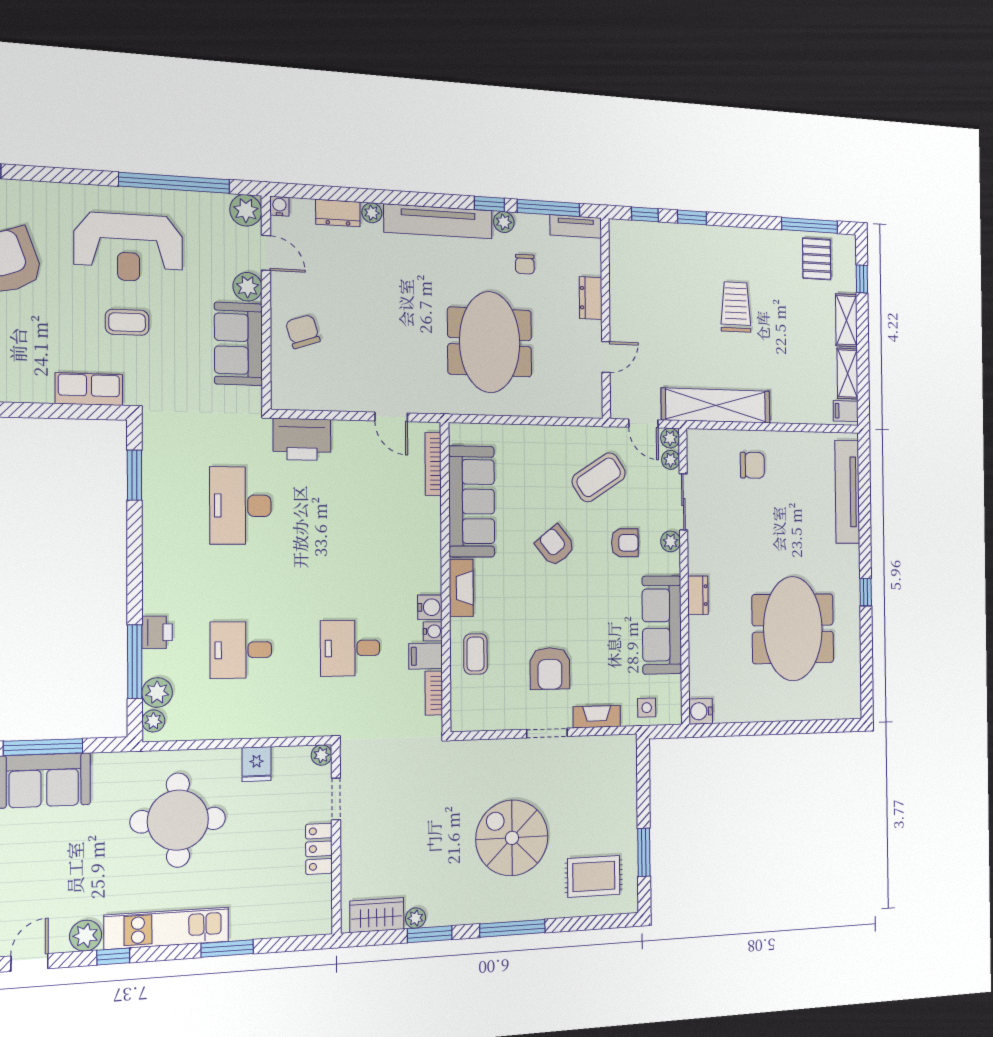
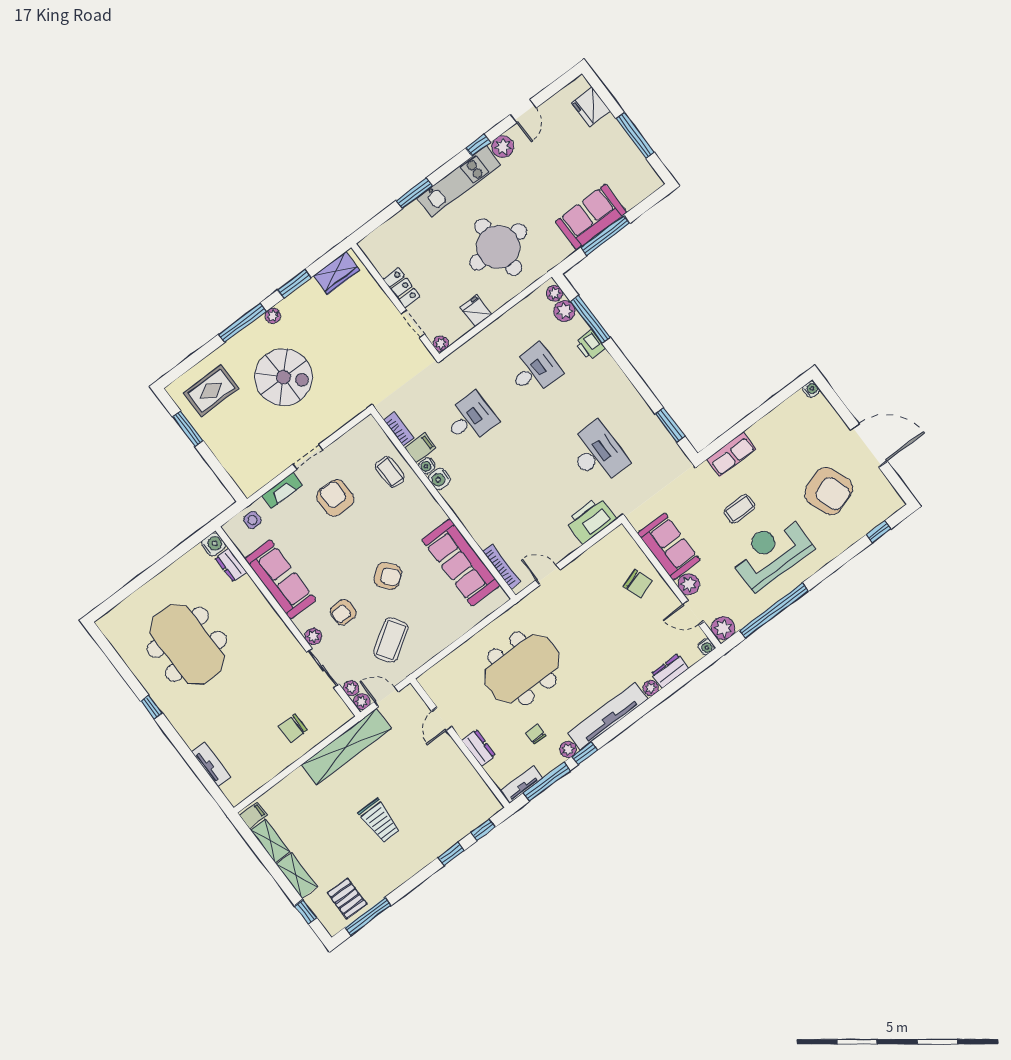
meeting table: (490, 342) -> (522, 668), turned 90
tv unit: (847, 492) -> (211, 764), width x0.52, depth x0.78
fireplace: (461, 588) -> (428, 505), removed
dresser: (698, 595) -> (231, 565), moved
plant: (416, 918) -> (273, 316), moved

